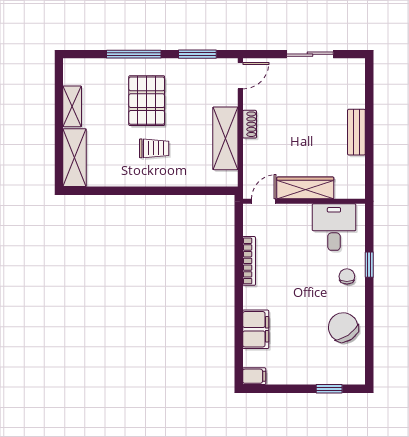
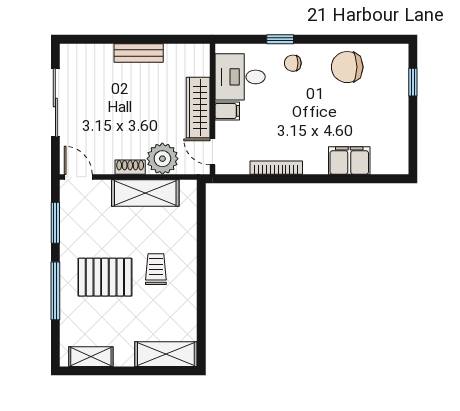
sliding door: (310, 54) -> (55, 103), width x1.37
shelving: (72, 106) -> (91, 357), moved
plant: (257, 154) -> (162, 159), added
chair: (343, 327) -> (347, 67), turned 34
filing cabinet: (254, 376) -> (227, 111), moved, turned 90

